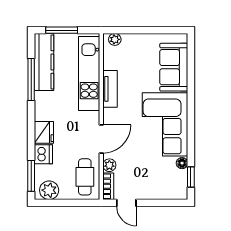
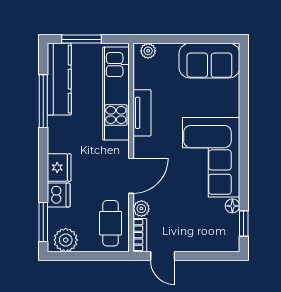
sofa: (174, 67) -> (209, 61), moved, turned -90

